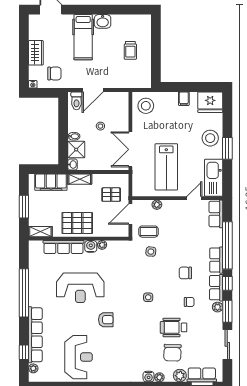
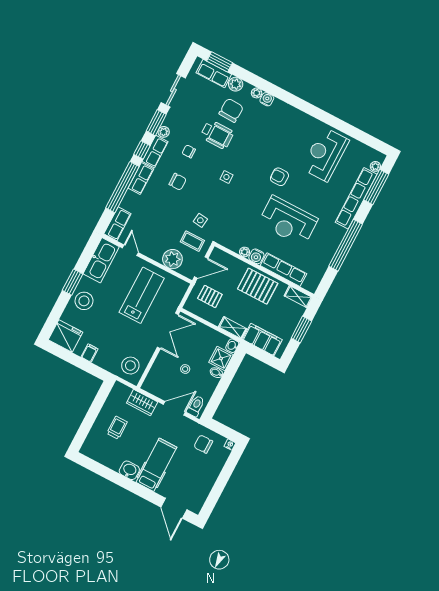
wardrobe: (36, 53) -> (142, 403), moved, turned -90
door: (194, 198) -> (130, 250), swing flipped
plant: (157, 205) -> (172, 259), width x1.87, depth x1.87
reception desk: (80, 288) -> (288, 221), turned 180
window: (24, 352) -> (376, 187), width x2.17

